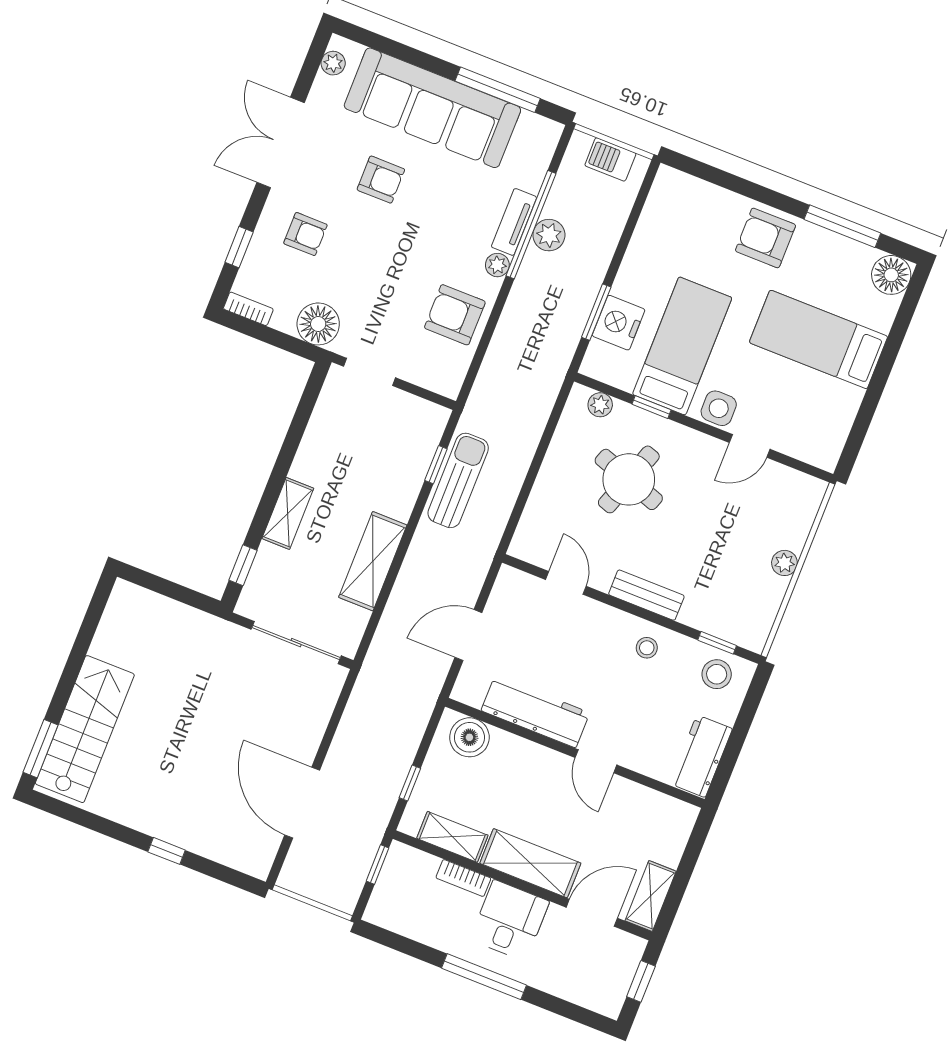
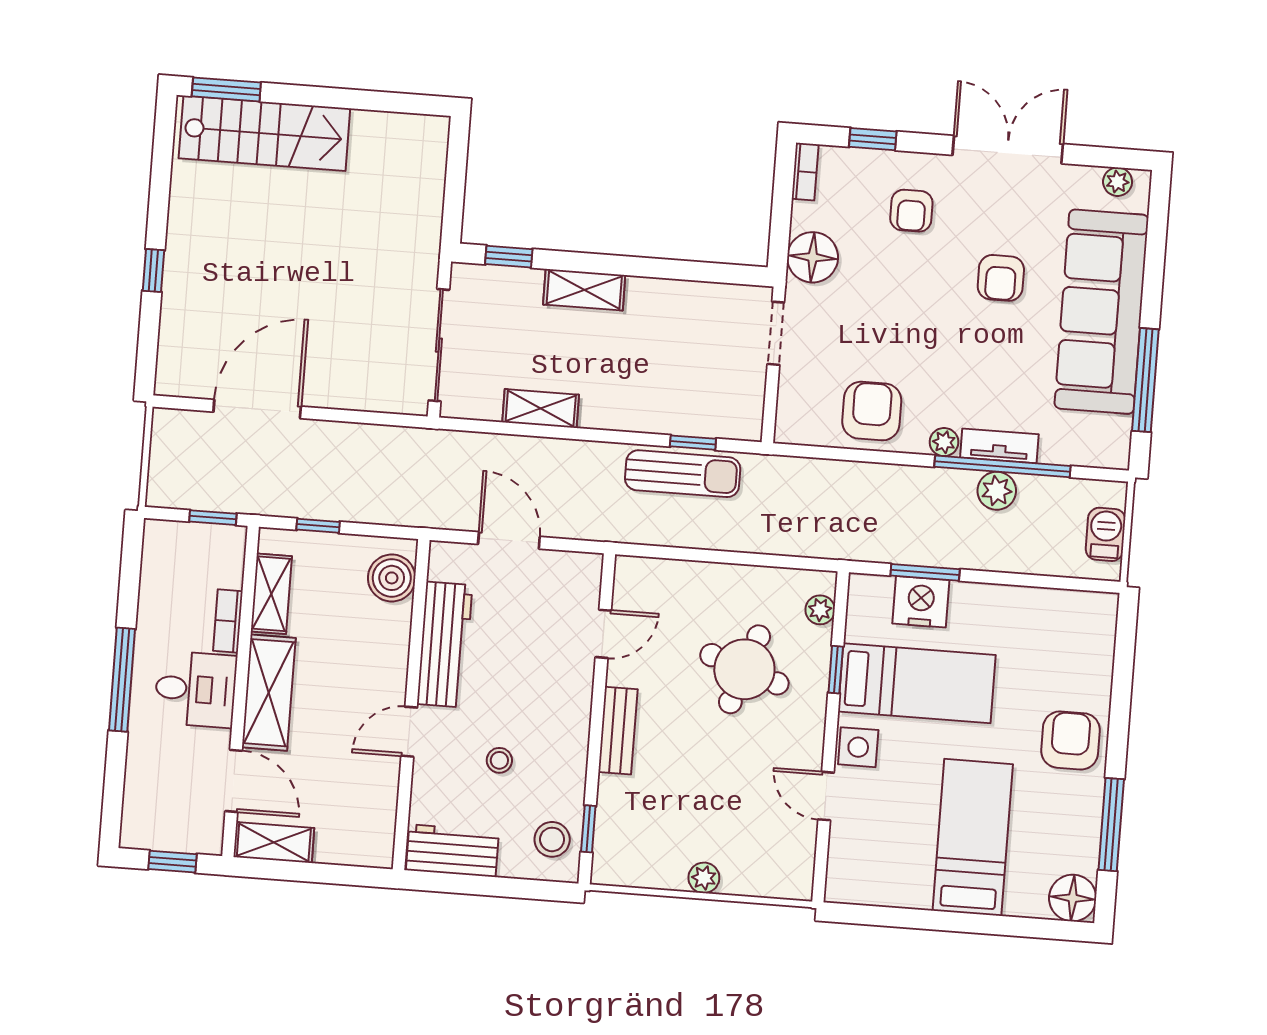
shelving: (373, 561) -> (541, 408), width x0.67, depth x0.75
stool: (647, 648) -> (499, 760), moved

